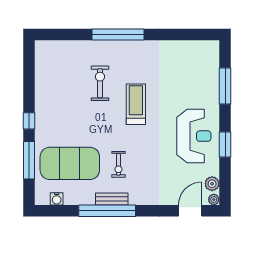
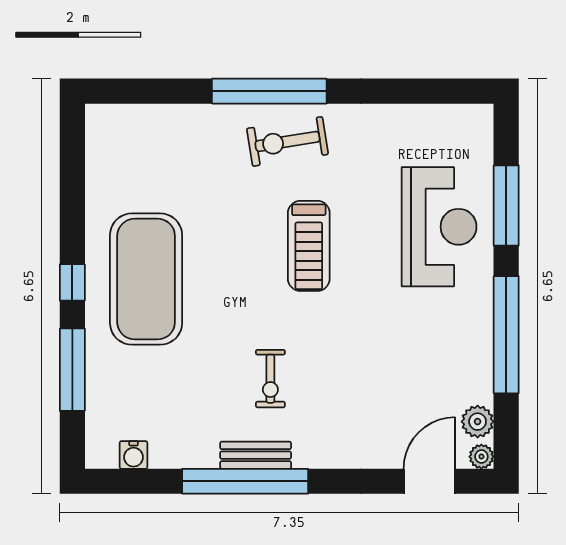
exercise bike: (100, 83) -> (287, 141), moved, turned -99
treadmill: (136, 104) -> (309, 246), turned 180
reception desk: (194, 136) -> (439, 227), moved
window: (225, 144) -> (506, 335), width x2.11
exercise mat: (70, 163) -> (146, 279), moved, turned 90

